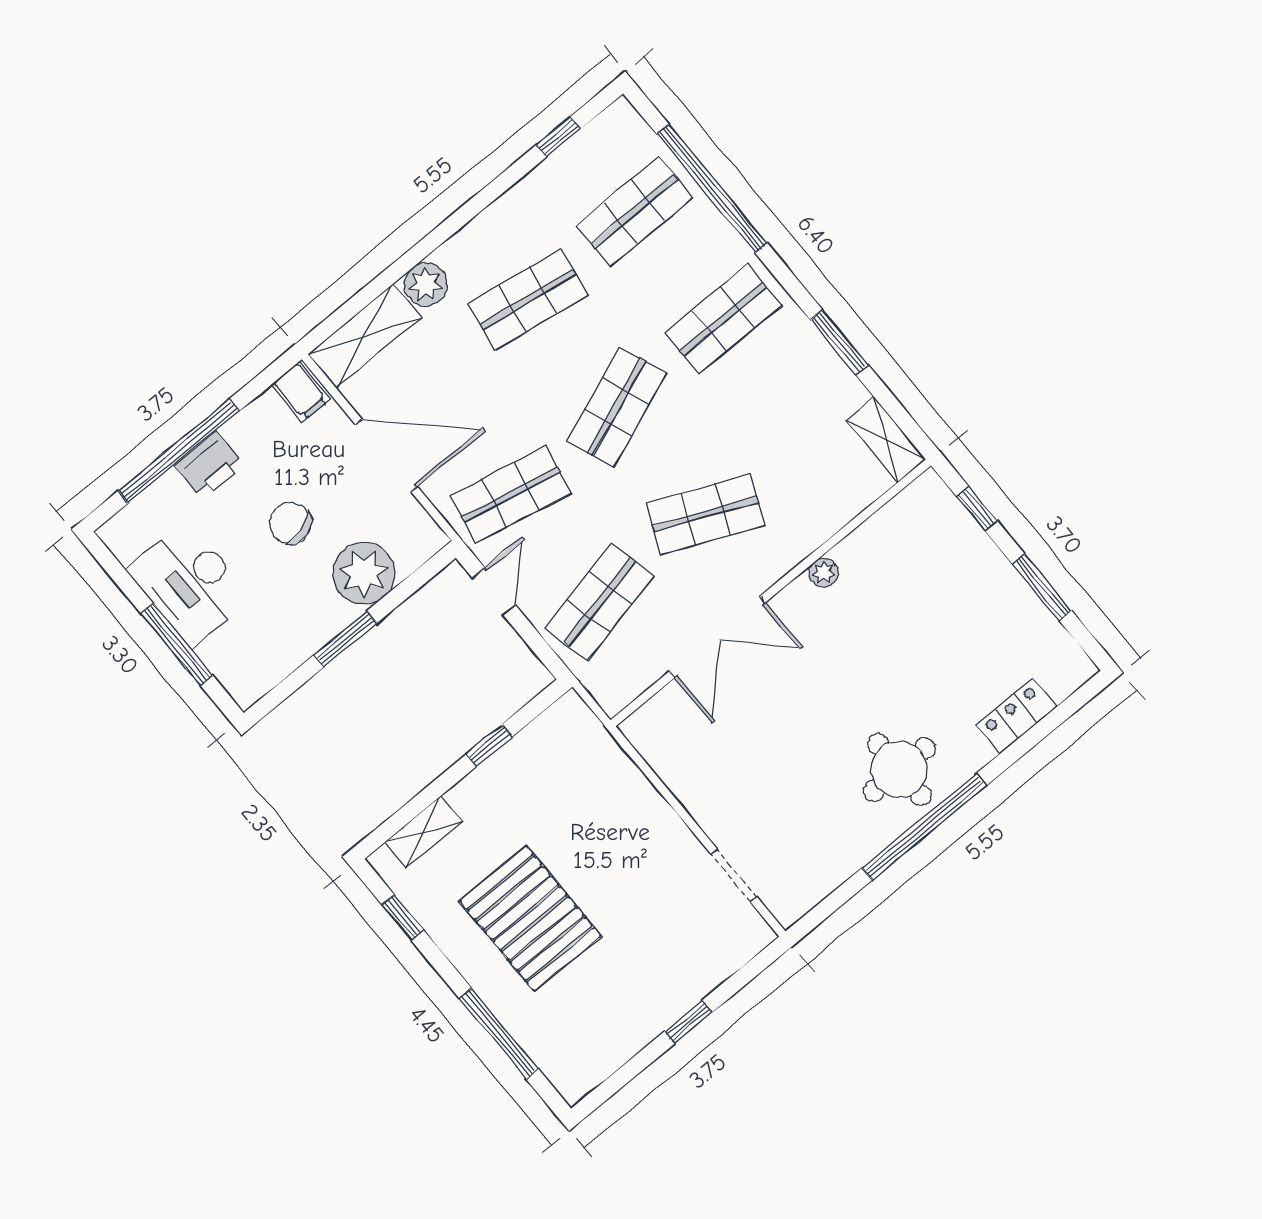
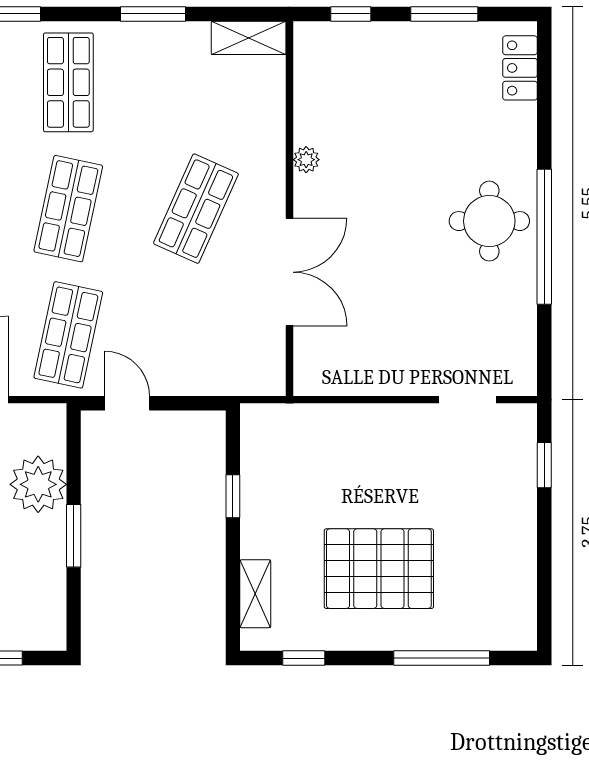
shop shelf: (617, 407) -> (68, 209), turned 33
shop shelf: (599, 602) -> (196, 335), removed
locker: (1016, 716) -> (520, 68), moved
window: (688, 1022) -> (544, 465), moved

